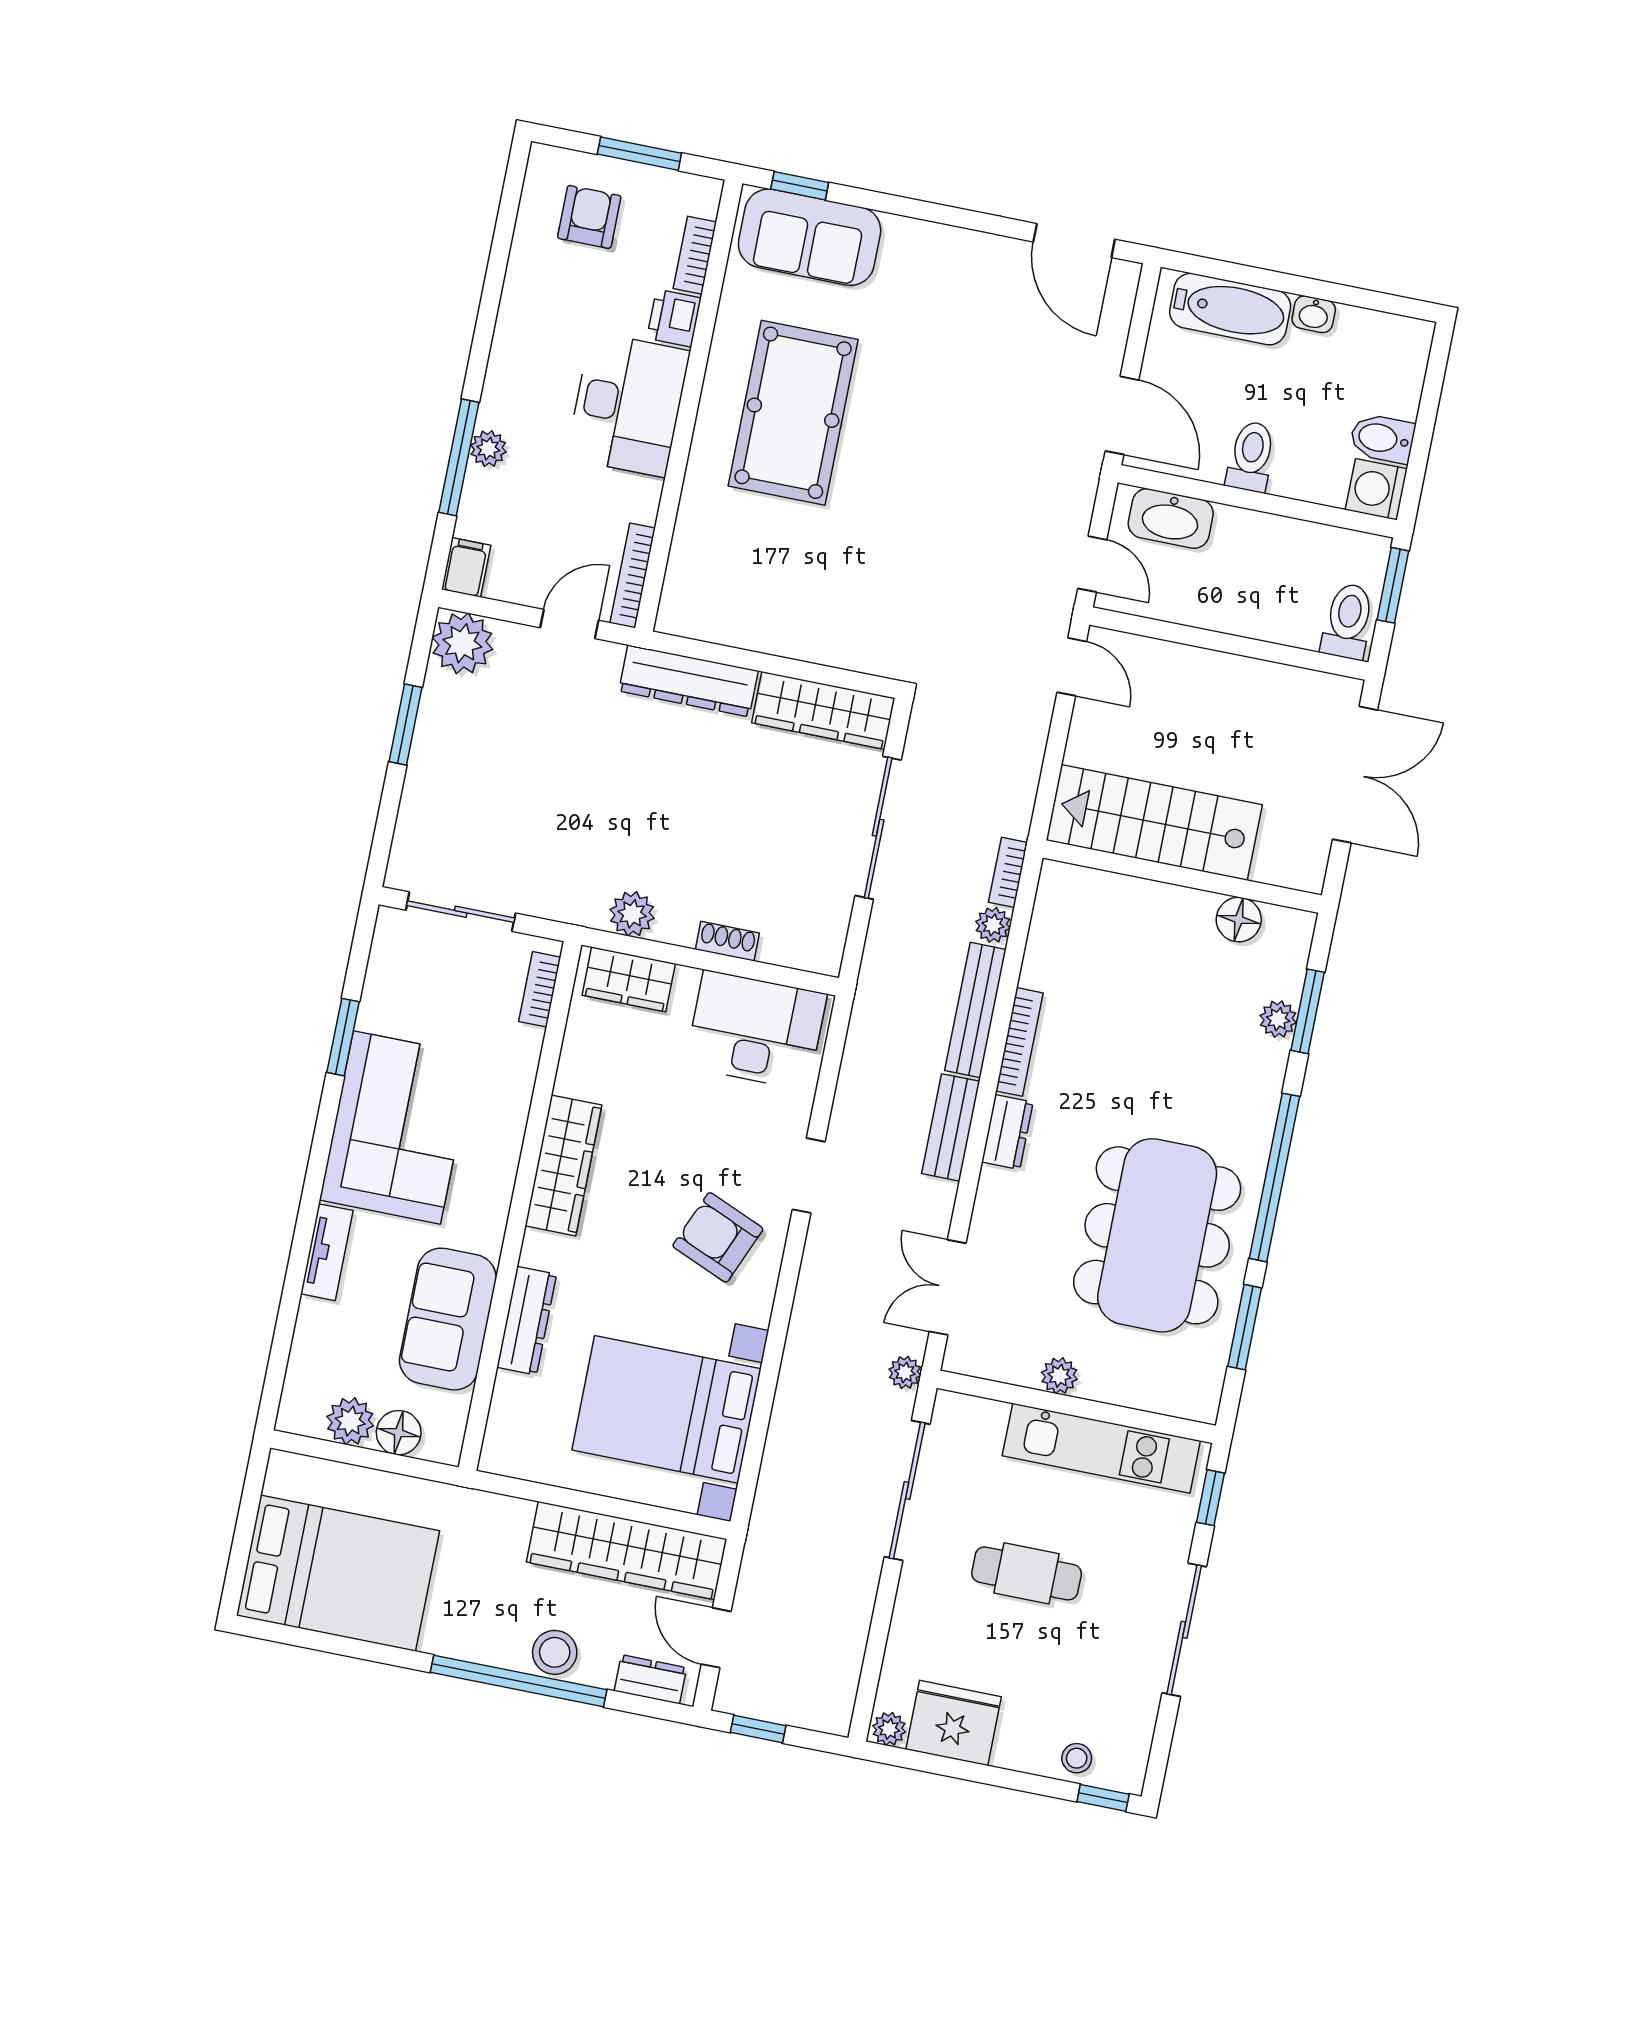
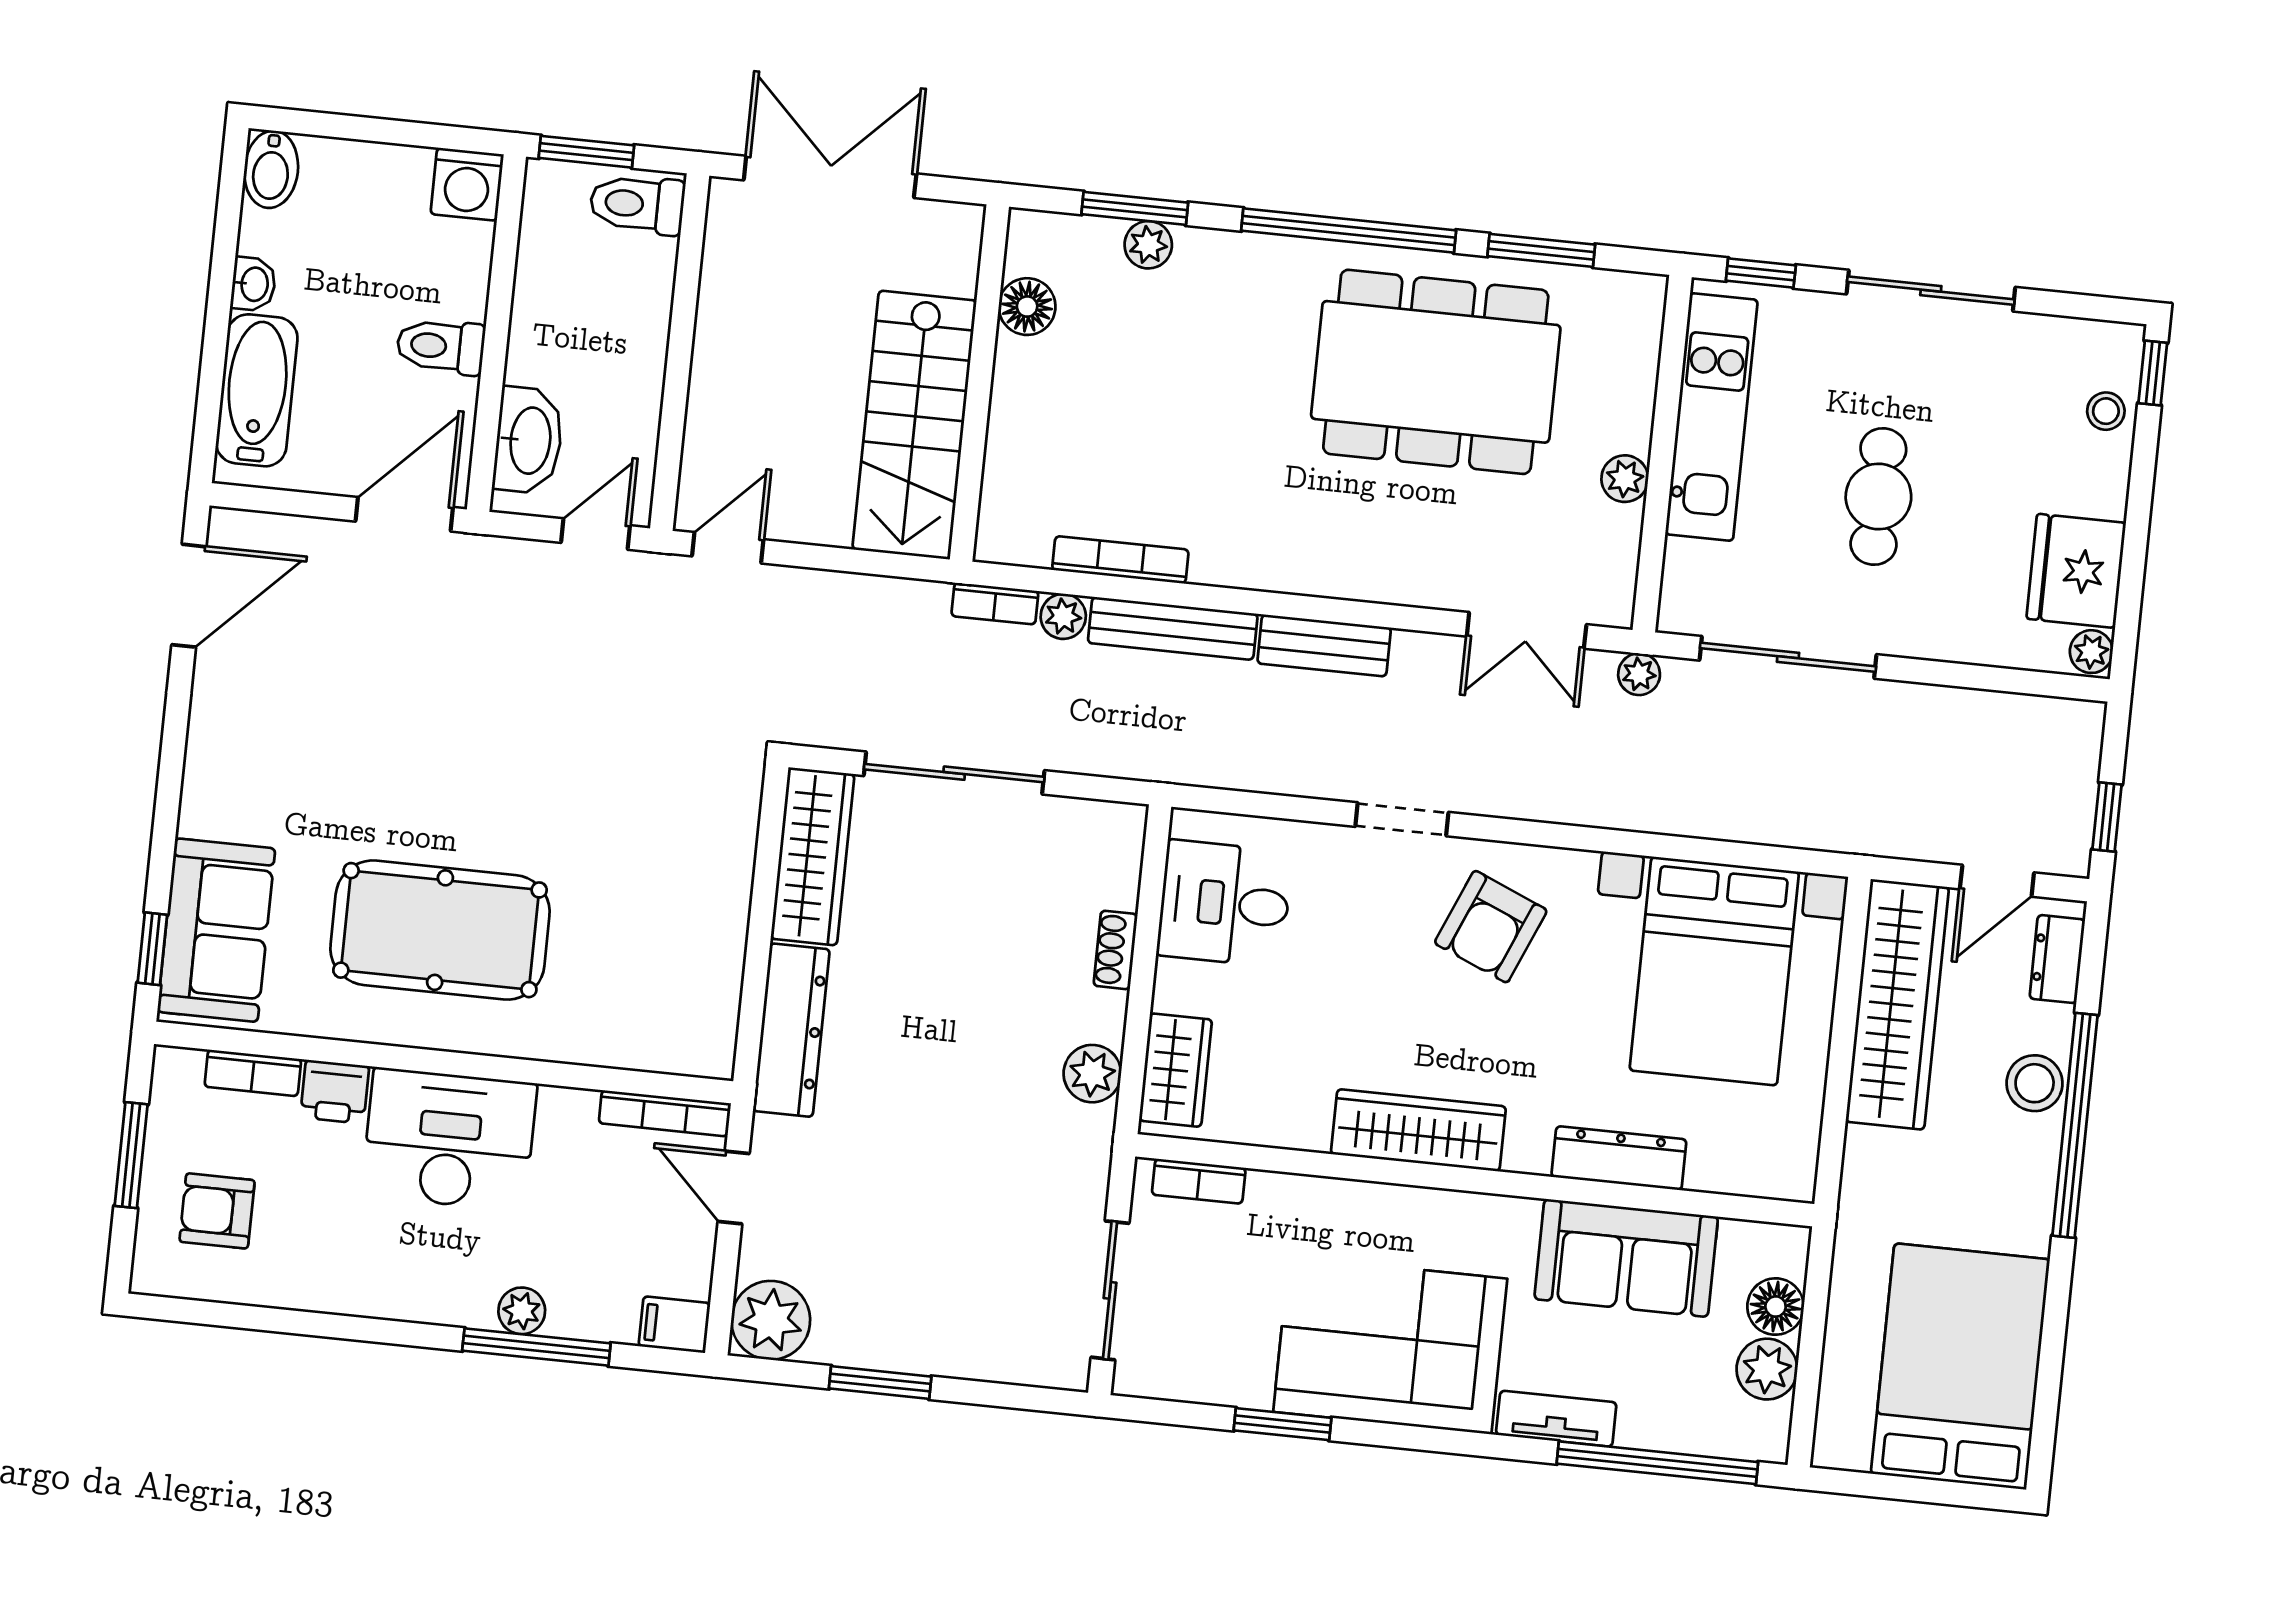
bidet: (1382, 438) -> (271, 169), moved
desk: (756, 1030) -> (1225, 903), width x0.73
bookcase: (1019, 1042) -> (1120, 560), moved
dresser: (1007, 1132) -> (1323, 573), removed
window: (285, 1328) -> (1657, 1463), added

